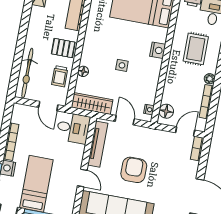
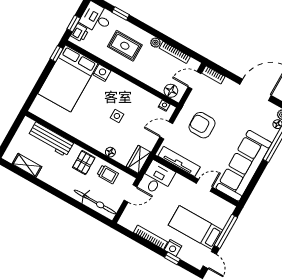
nightstand: (158, 50) -> (102, 73), moved
wardrobe: (92, 104) -> (138, 159), width x0.67
door: (185, 131) -> (195, 80), hinge flipped
armchair: (134, 170) -> (202, 125), moved

